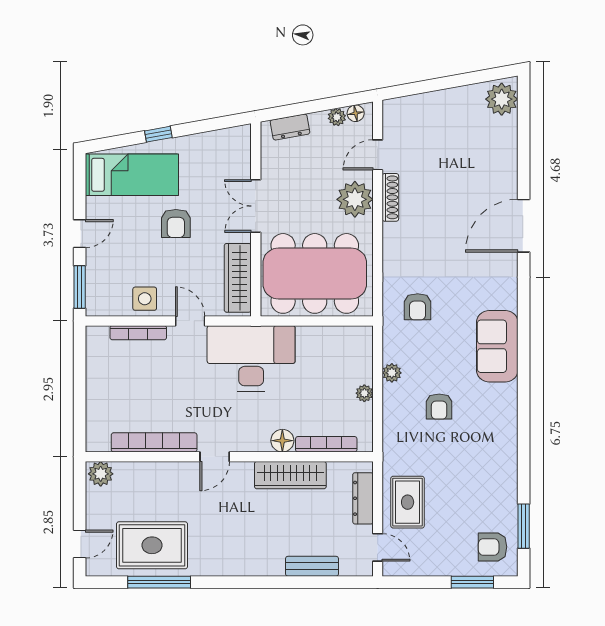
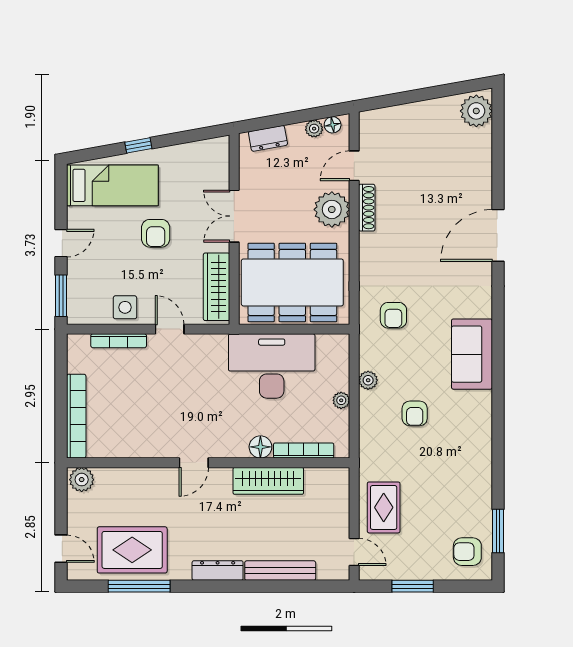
desk: (251, 358) -> (272, 366), moved
bookcase: (154, 442) -> (76, 416), moved, turned 90
dresser: (363, 498) -> (218, 571), moved, turned 90
door: (80, 544) -> (61, 549), hinge flipped
bench: (312, 566) -> (280, 571), width x1.36
window: (472, 582) -> (413, 586), moved

